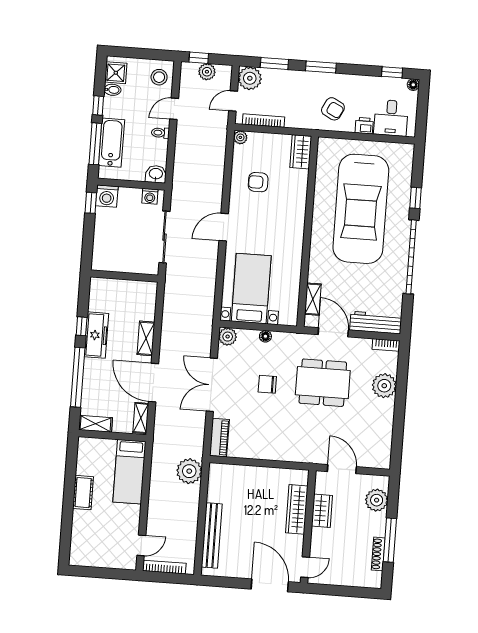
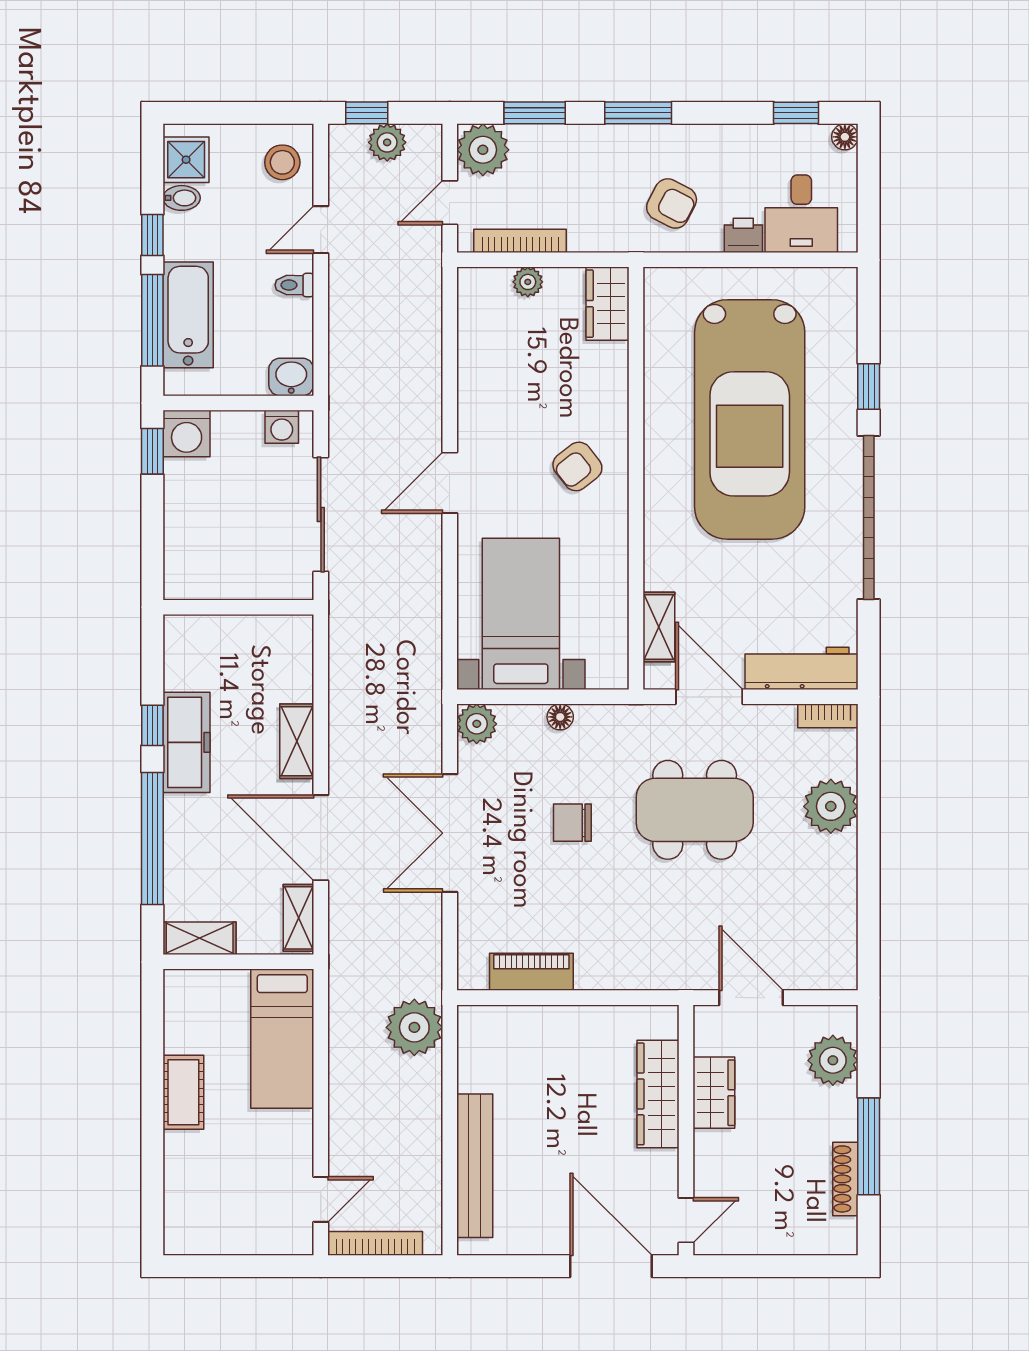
plant: (240, 137) -> (528, 282), moved
armchair: (258, 182) -> (577, 466), moved, turned -38
piano: (219, 437) -> (531, 972), moved, turned -90

